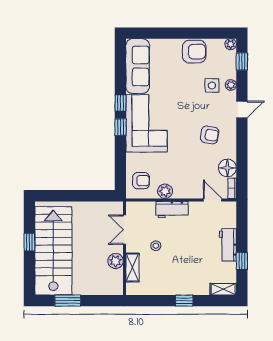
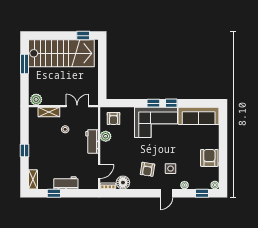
armchair: (194, 52) -> (209, 158), turned 180
side table: (212, 85) -> (171, 169), moved
door: (242, 109) -> (166, 193), hinge flipped
window: (29, 242) -> (83, 36), moved
plant: (116, 261) -> (36, 99), moved

